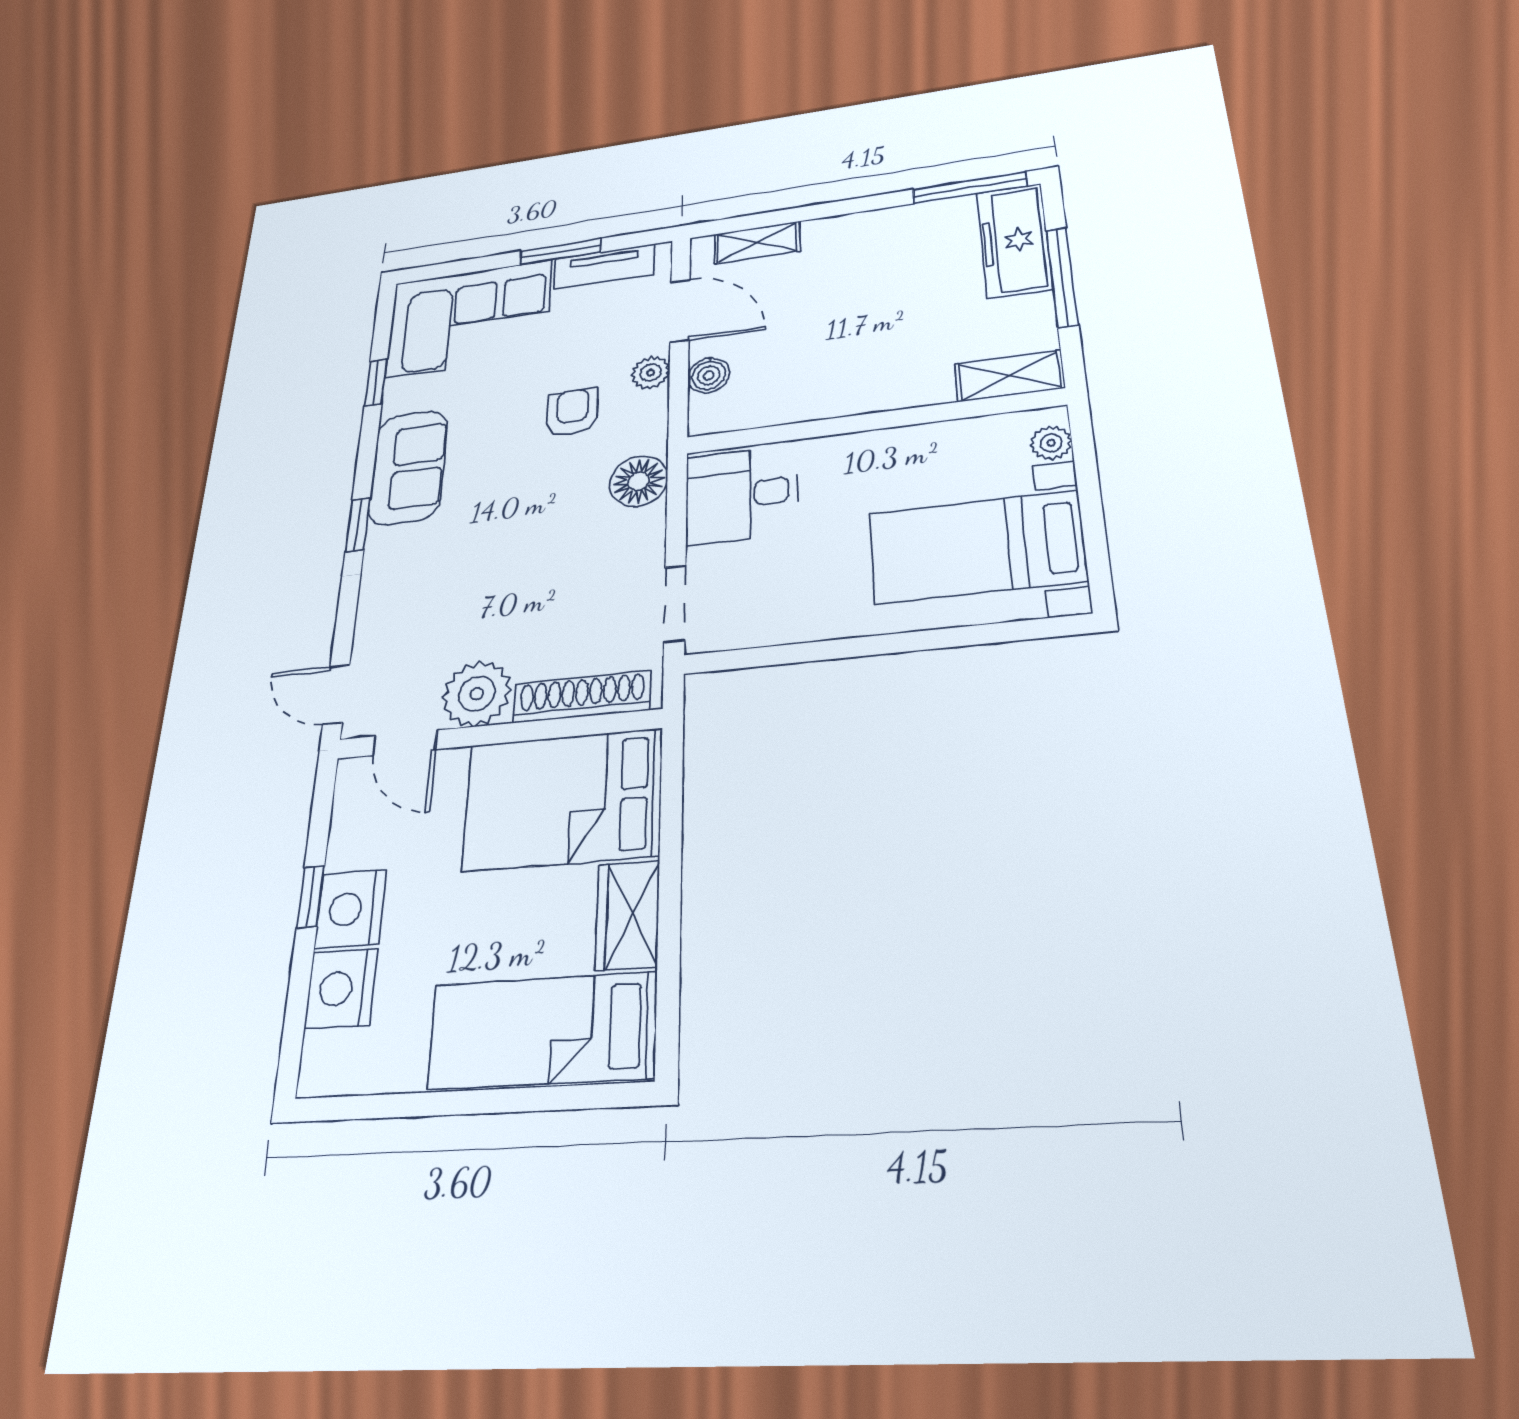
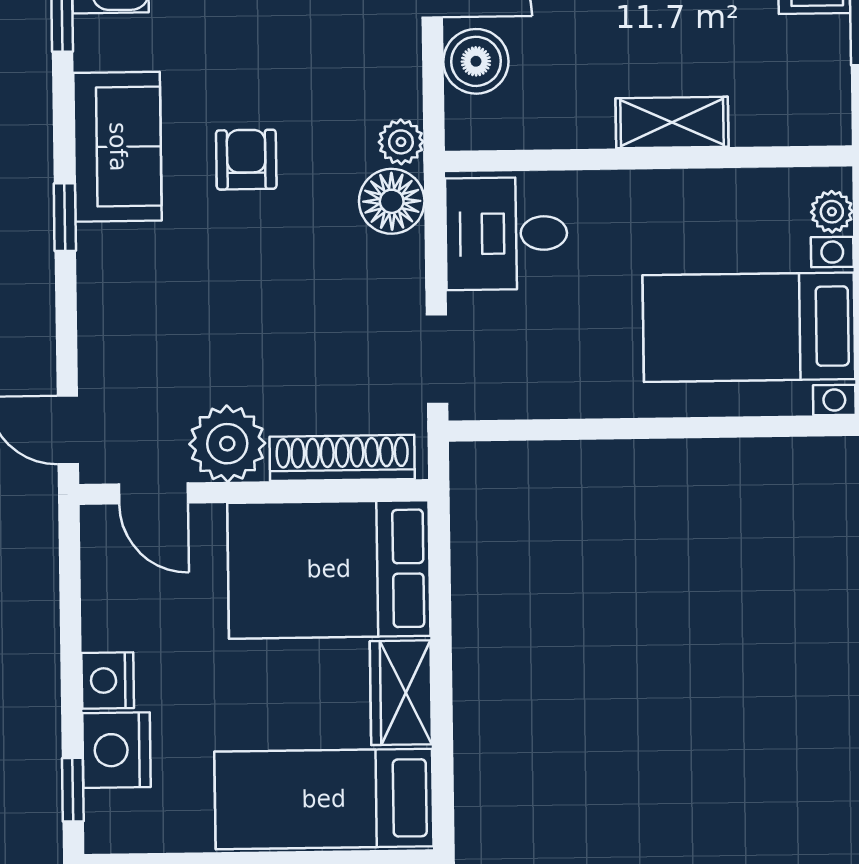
plant: (651, 373) -> (401, 142), moved
boiler: (709, 375) -> (476, 61), width x1.36, depth x1.36
shelving: (1009, 376) -> (672, 123), moved
armchair: (572, 412) -> (246, 160), moved
window: (311, 897) -> (73, 790), moved
nightstand: (350, 909) -> (108, 680), width x0.74, depth x0.75

